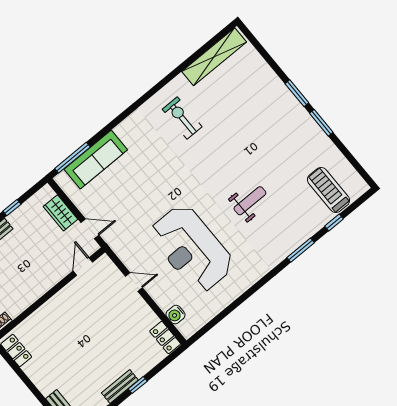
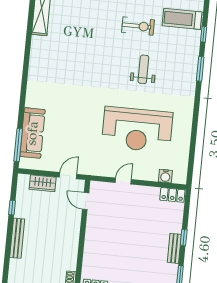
exercise bike: (182, 118) -> (138, 26), moved, turned 180

